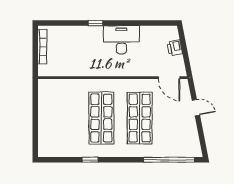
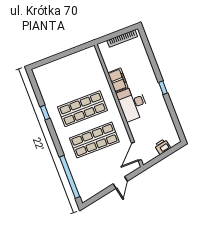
window: (96, 23) -> (163, 88), moved
desk: (121, 40) -> (132, 103), moved, turned 180
filing cabinet: (85, 68) -> (118, 80), added

